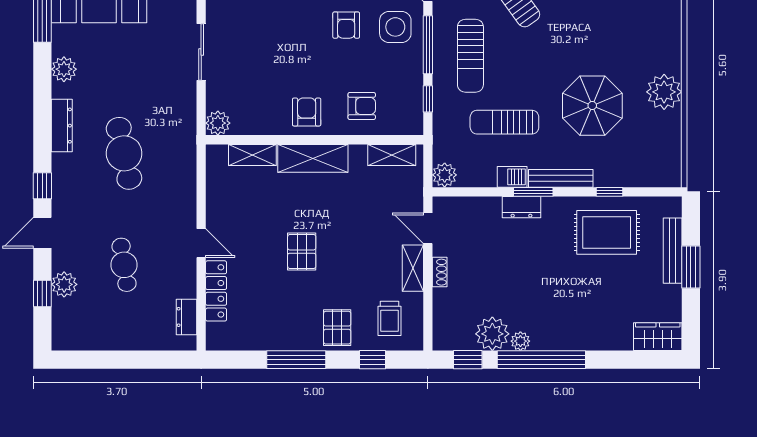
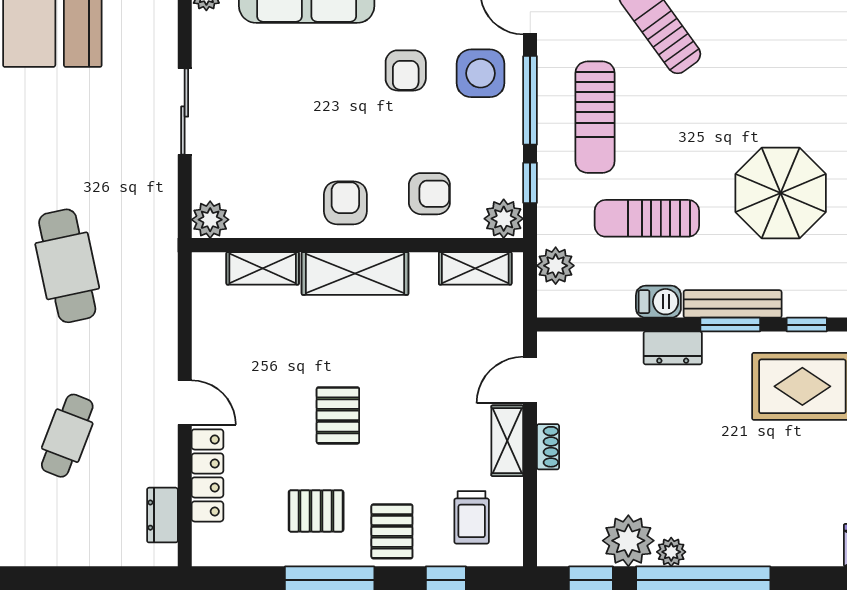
plant: (410, 122) -> (504, 219), added
plant: (445, 175) -> (556, 266), moved
window: (533, 192) -> (730, 325), moved
door: (428, 228) -> (530, 380), hinge flipped
cafe table: (124, 265) -> (67, 436), turned 30
pallet: (287, 314) -> (316, 511), added

